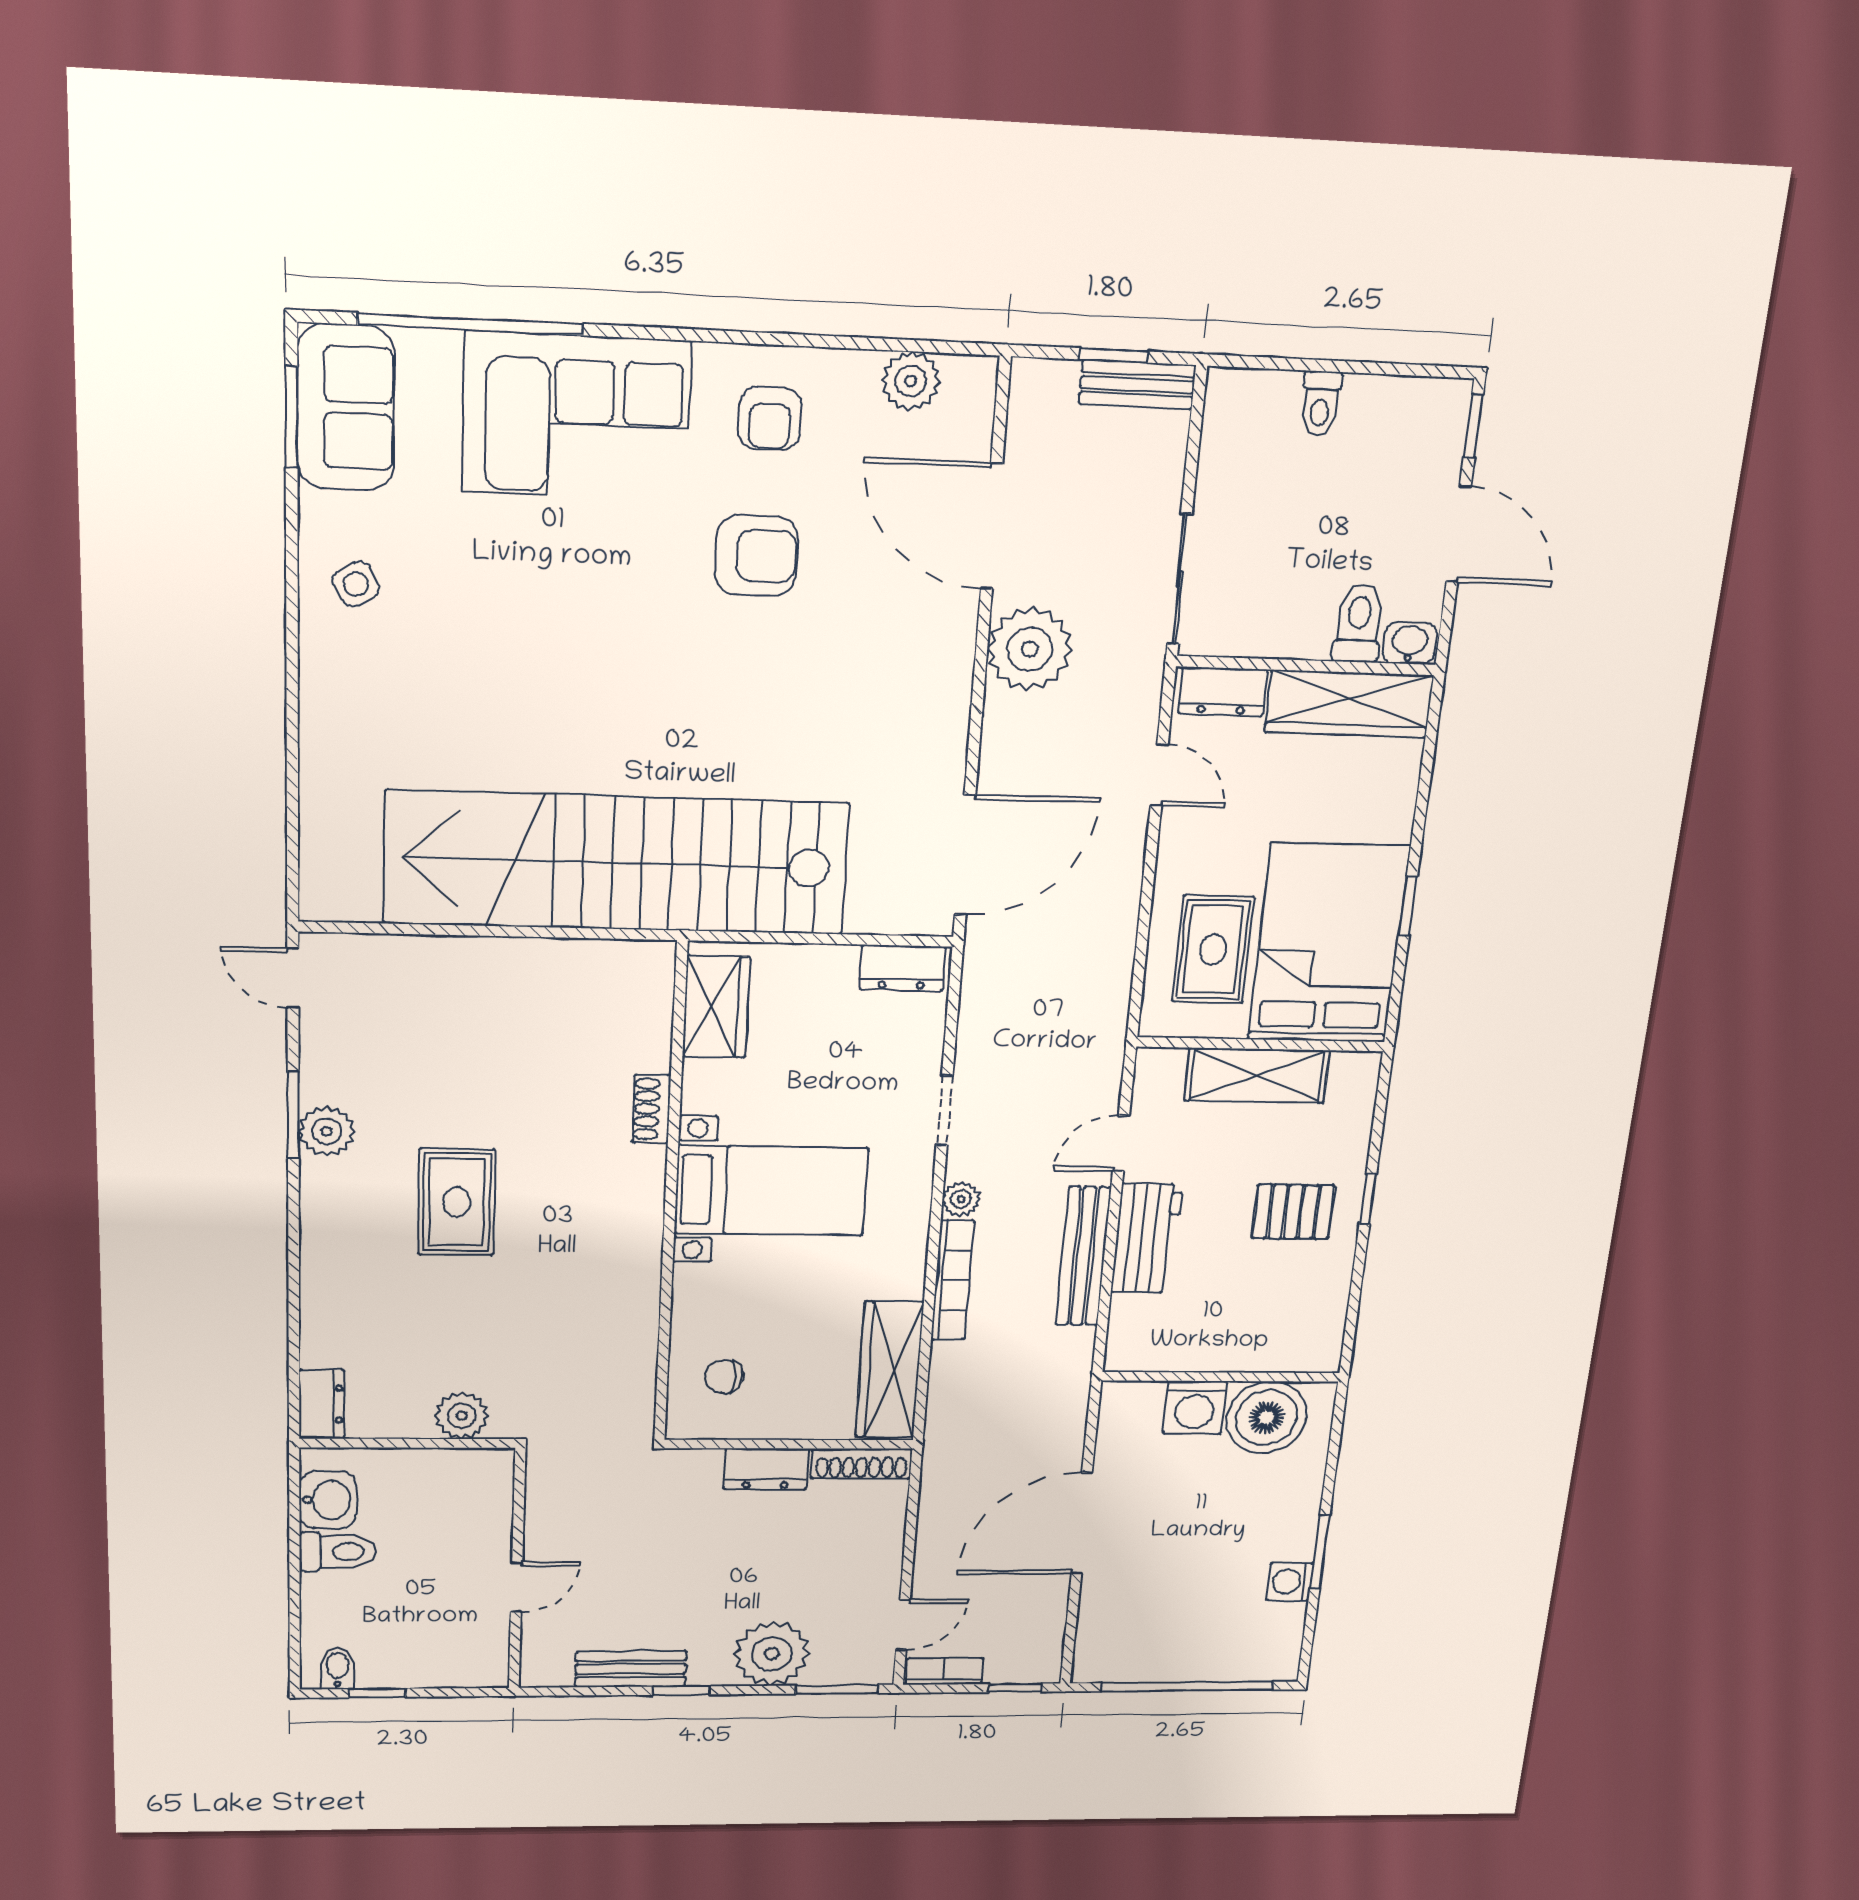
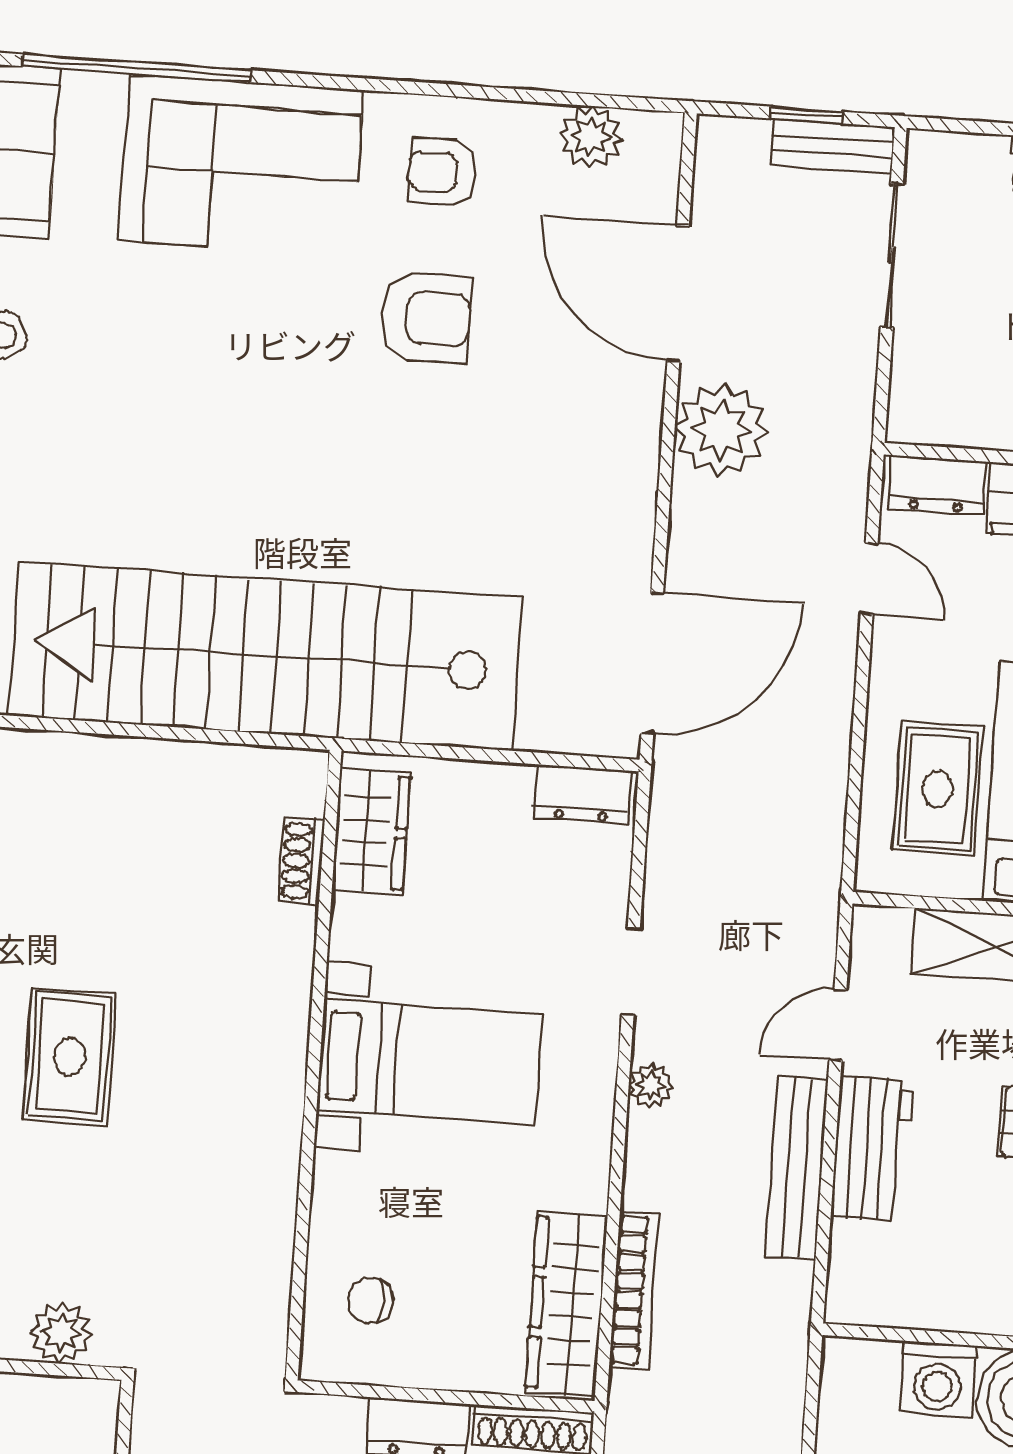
armchair: (770, 418) -> (442, 172), turned 90
sliding door: (1180, 579) -> (892, 255), moved
shoe rack: (651, 1109) -> (301, 861), moved
bookcase: (953, 1280) -> (634, 1290), moved

